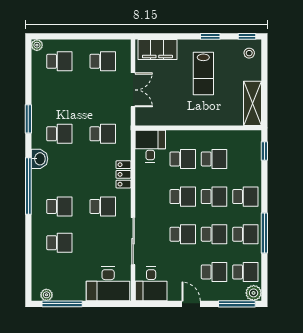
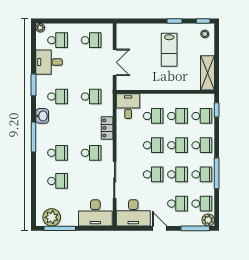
filing cabinet: (157, 49) -> (134, 31), removed
desk: (48, 89) -> (49, 62), added
school desk: (245, 159) -> (202, 116), added
window: (28, 186) -> (33, 137), width x0.68
desk: (151, 284) -> (133, 213), width x1.37
plant: (46, 295) -> (52, 217), width x1.88, depth x1.88

